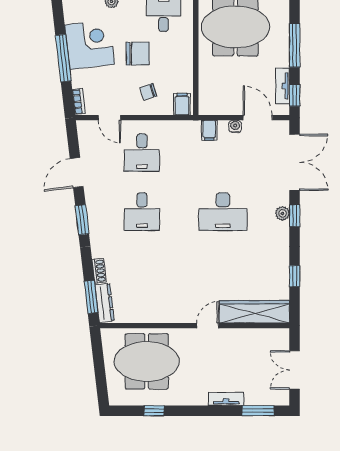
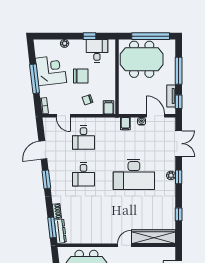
double door: (295, 162) -> (179, 144), width x0.73
desk: (223, 212) -> (134, 174), width x1.36, depth x1.30

